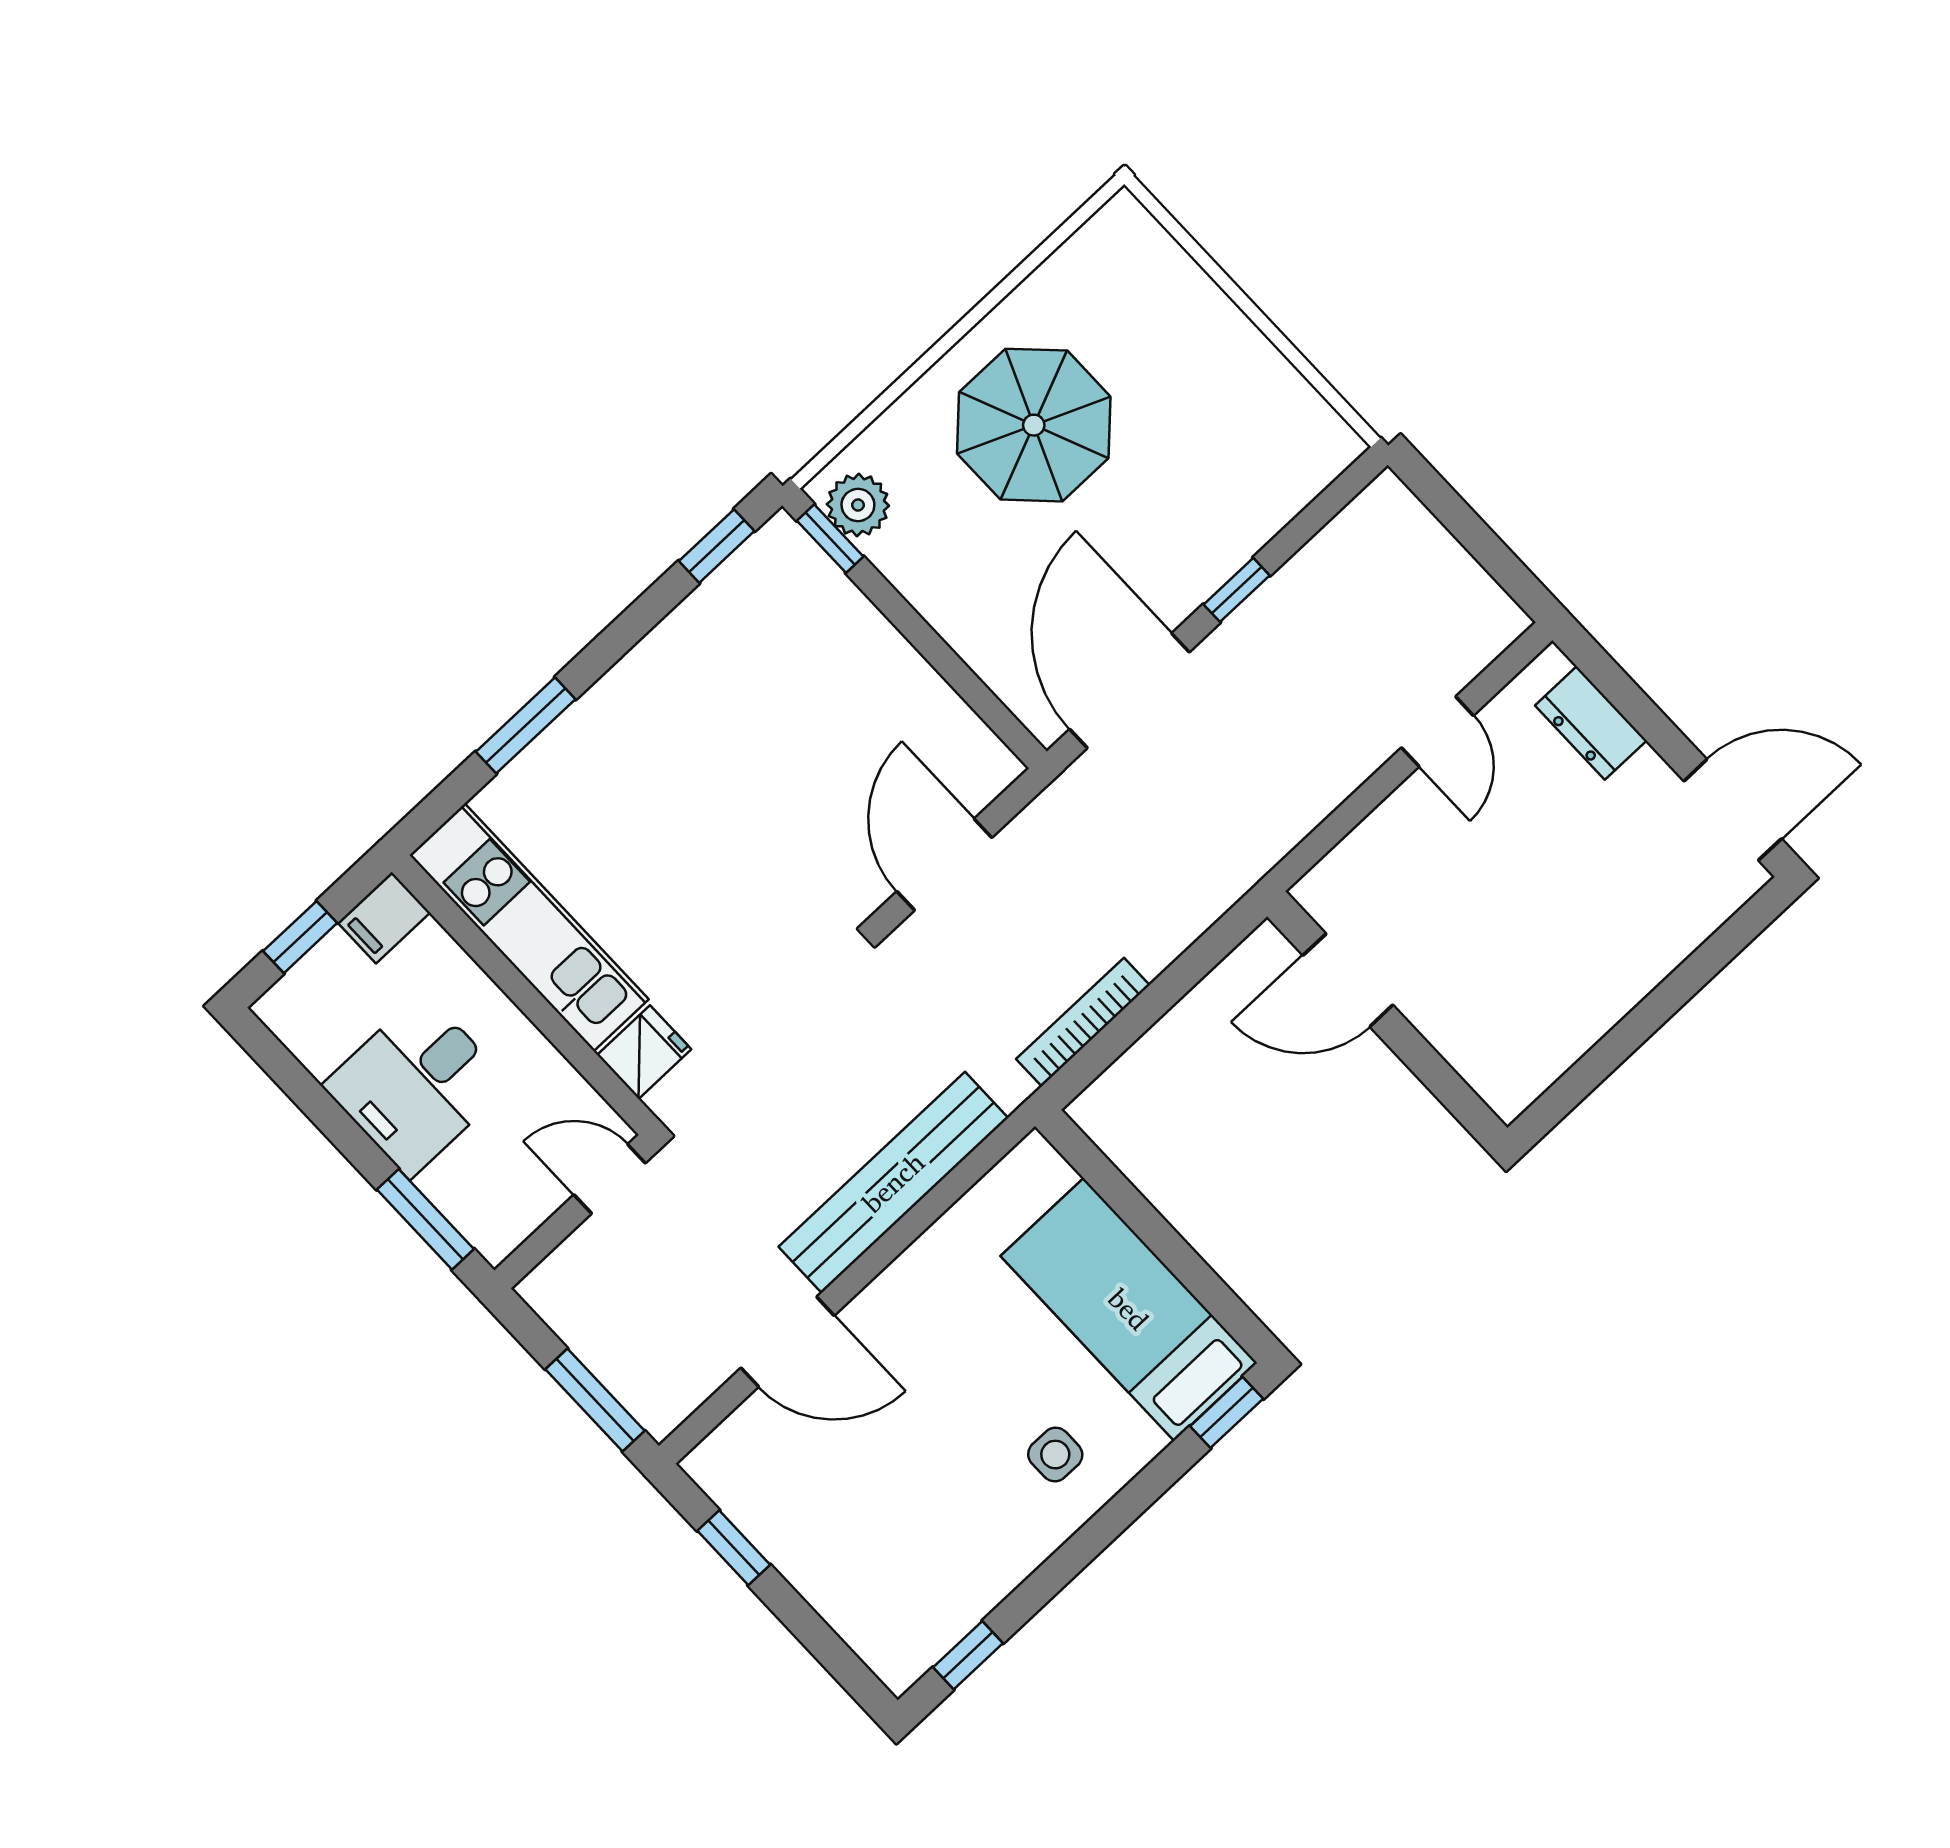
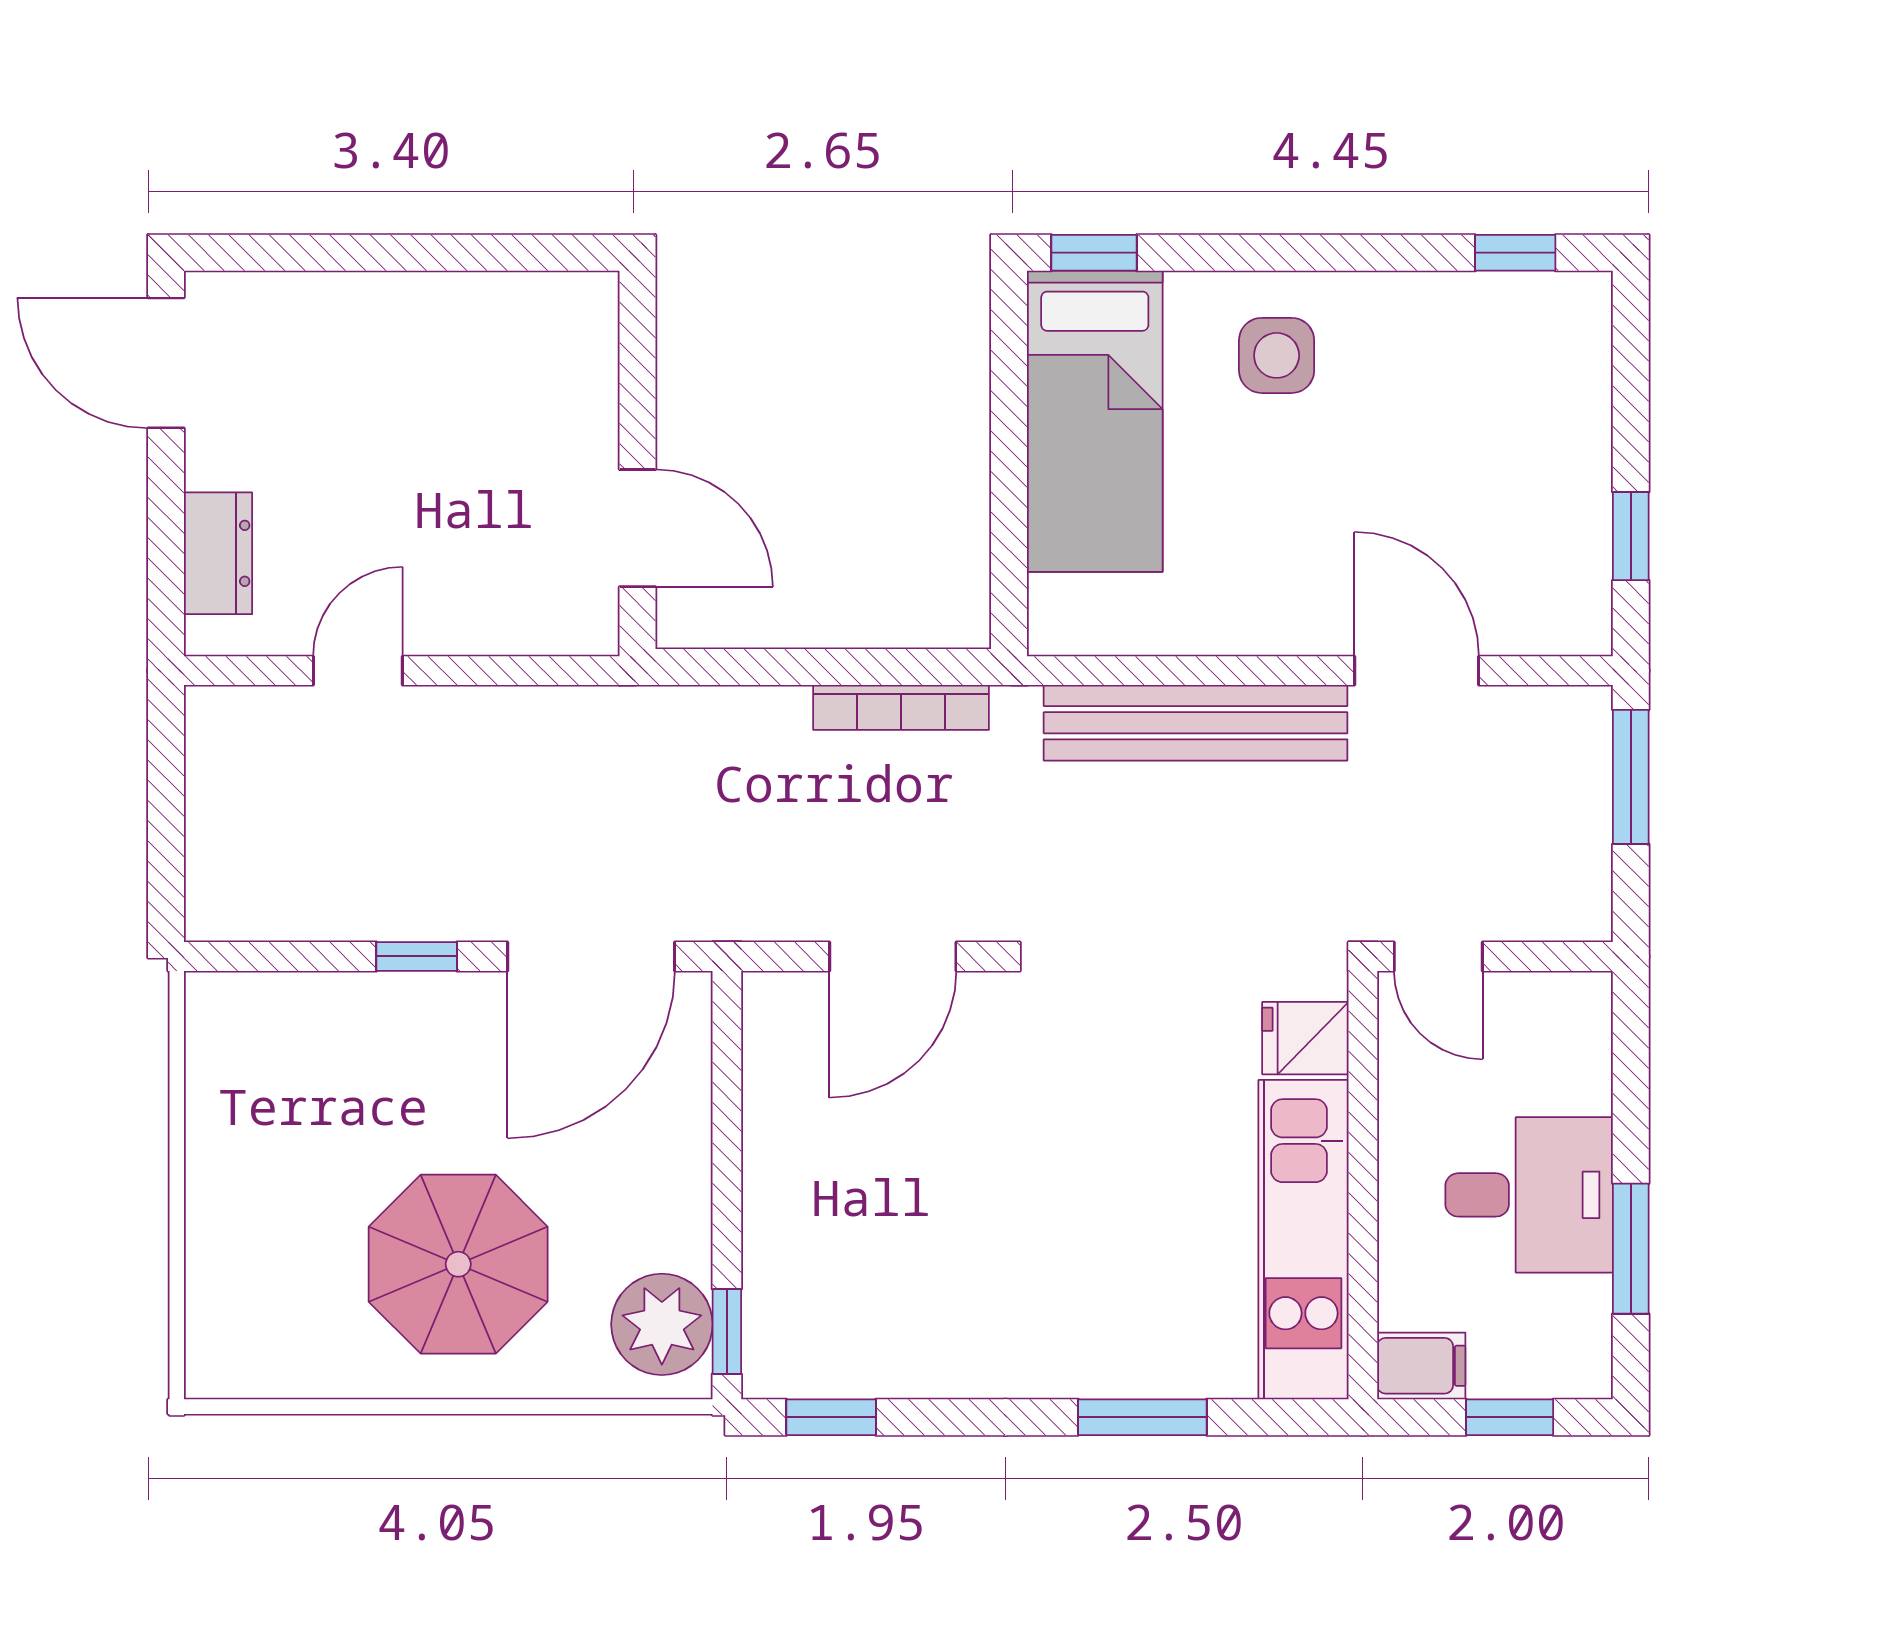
plant: (858, 505) -> (662, 1324), width x1.36, depth x1.36
window: (425, 1219) -> (1631, 1249), moved
side table: (1055, 1455) -> (1277, 355), width x1.37, depth x1.37

